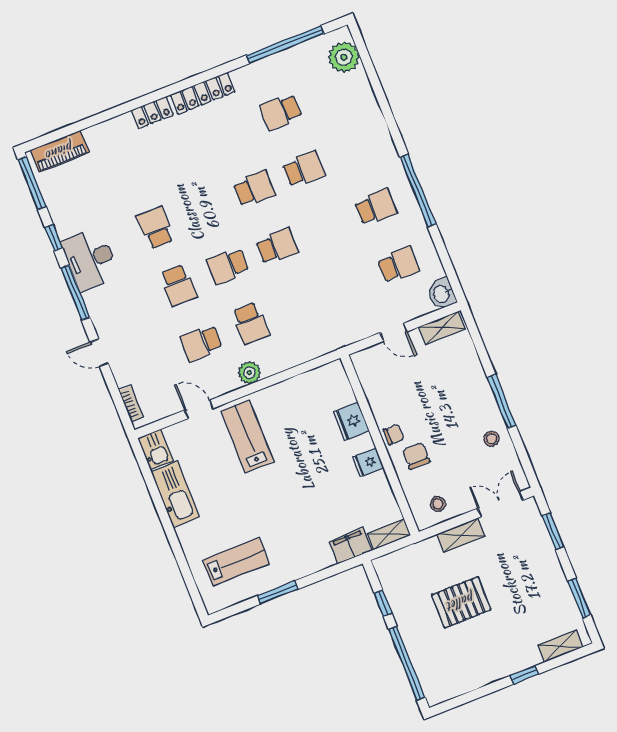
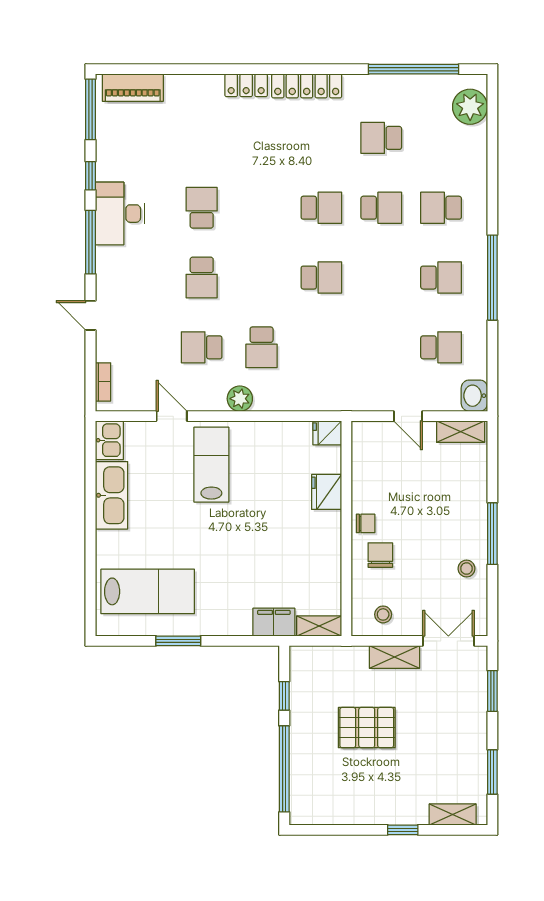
school desk: (228, 266) -> (441, 208), moved
fridge: (368, 462) -> (327, 433), moved
lab bench: (236, 562) -> (148, 591), width x1.36, depth x1.39

